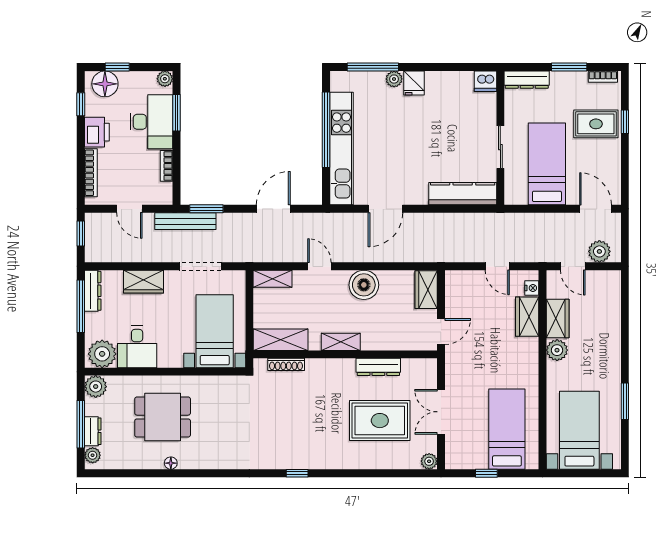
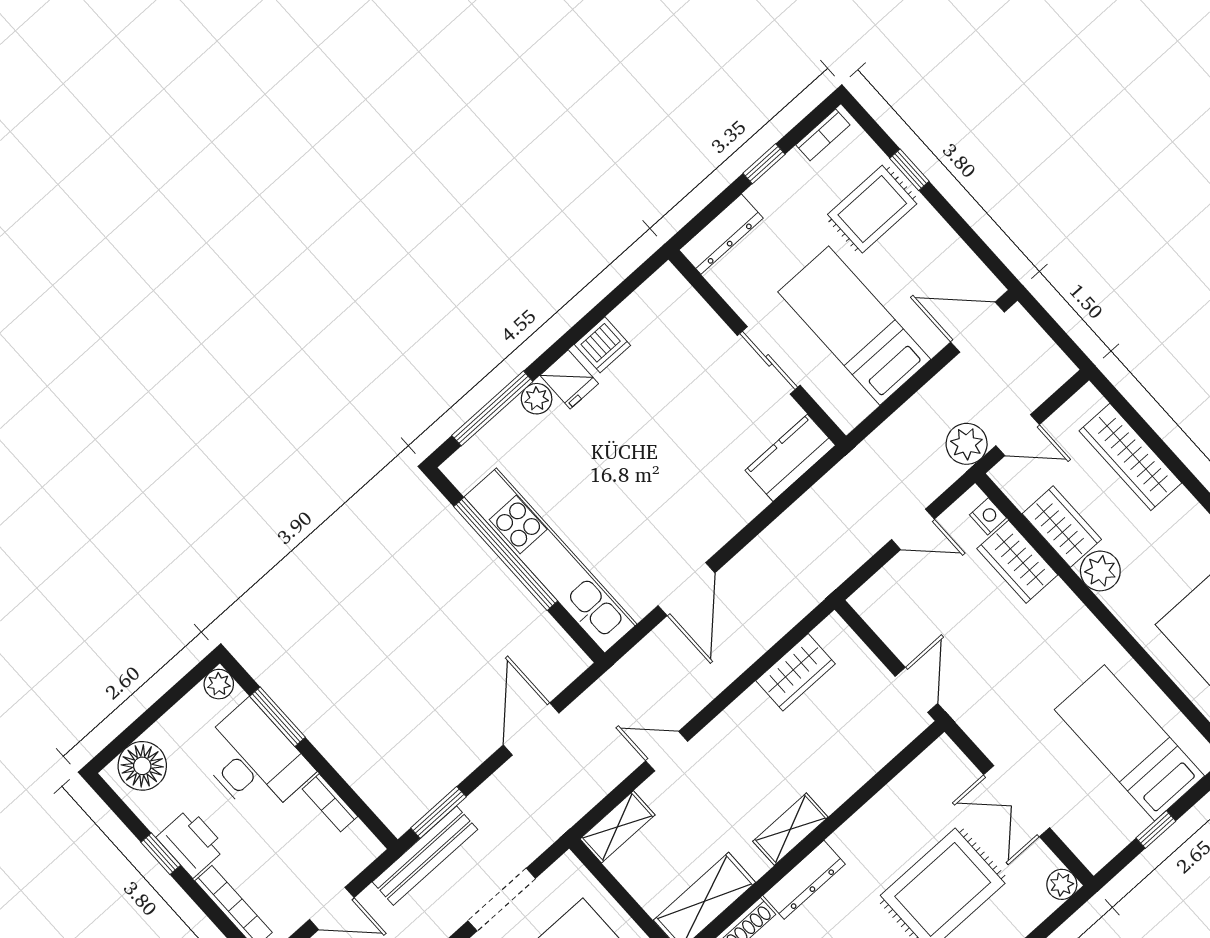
window: (117, 67) -> (138, 727), removed
window: (569, 67) -> (764, 164), width x0.67
dishwasher: (485, 81) -> (602, 345), moved
window: (81, 104) -> (161, 854), moved
kitchen counter: (463, 194) -> (790, 458), width x0.67
plant: (599, 251) -> (967, 444), moved
boiler: (364, 285) -> (751, 721), removed
wardrobe: (426, 290) -> (795, 672), moved, turned -90
wardrobe: (610, 315) -> (1130, 457), added
dresser: (378, 367) -> (804, 880), moved

